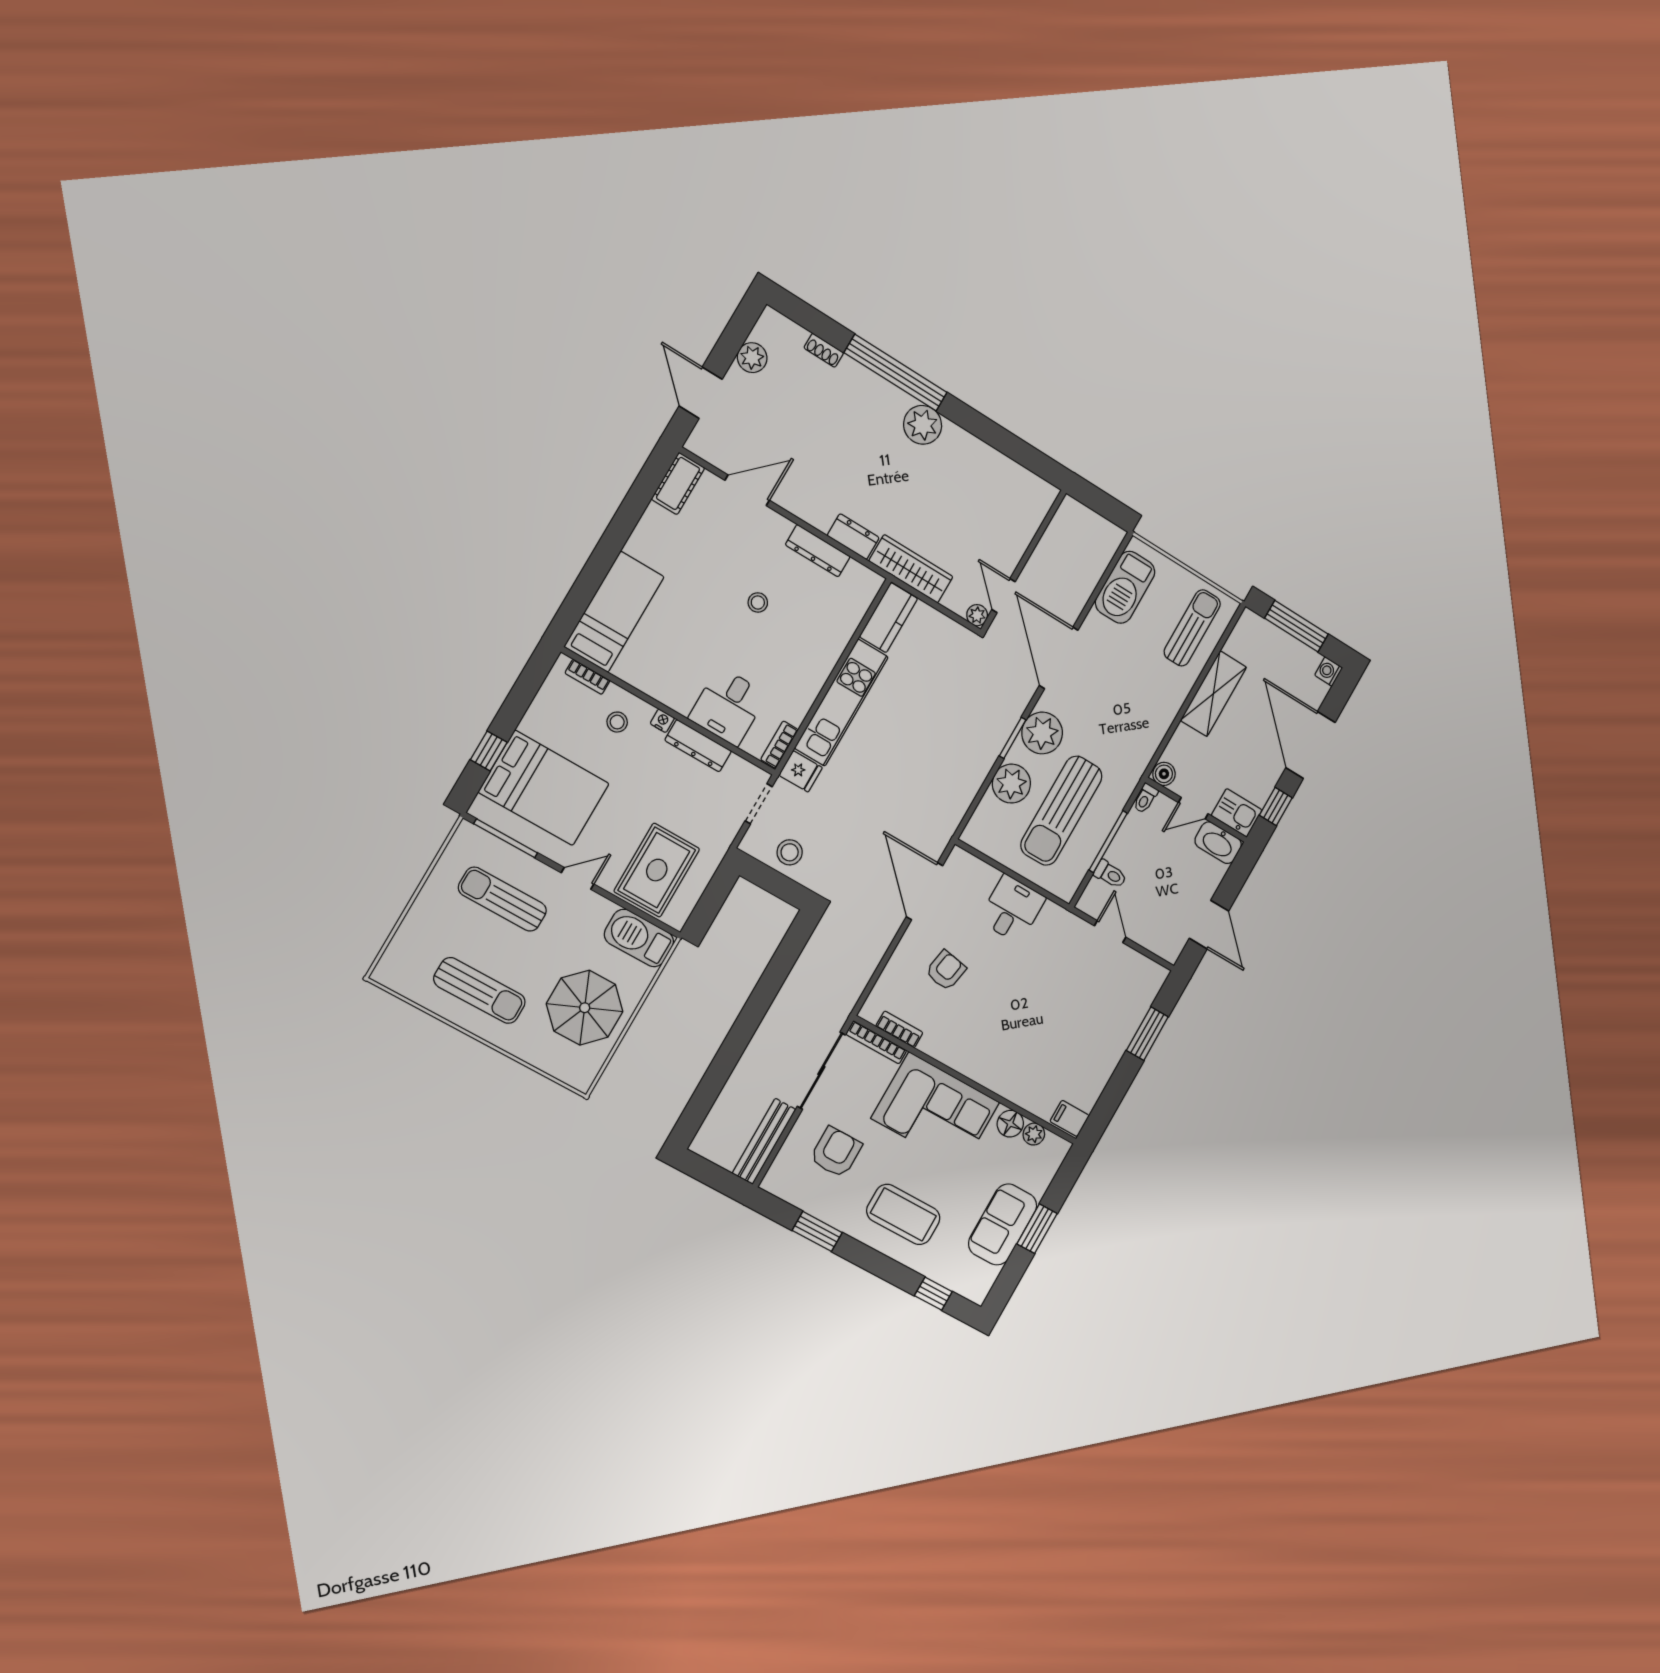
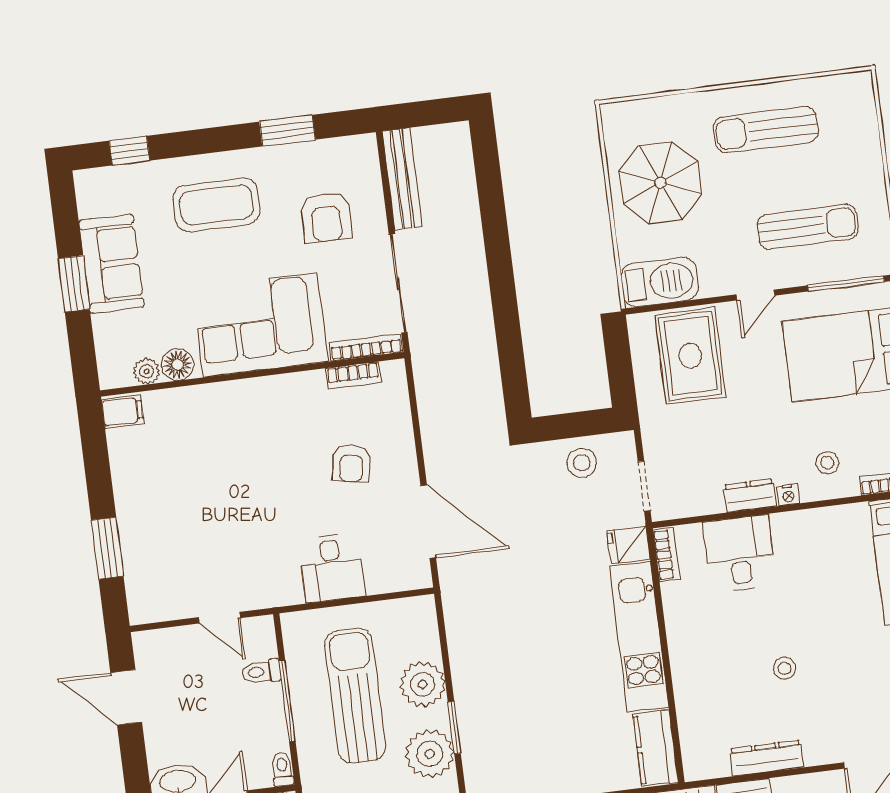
dresser: (698, 746) -> (750, 496), width x0.70

